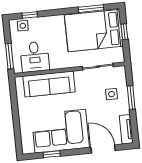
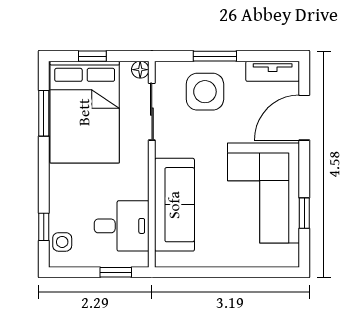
window: (9, 56) -> (116, 272), width x0.67
floor lamp: (120, 58) -> (140, 70), added
side table: (111, 94) -> (205, 92), width x1.87, depth x1.87

